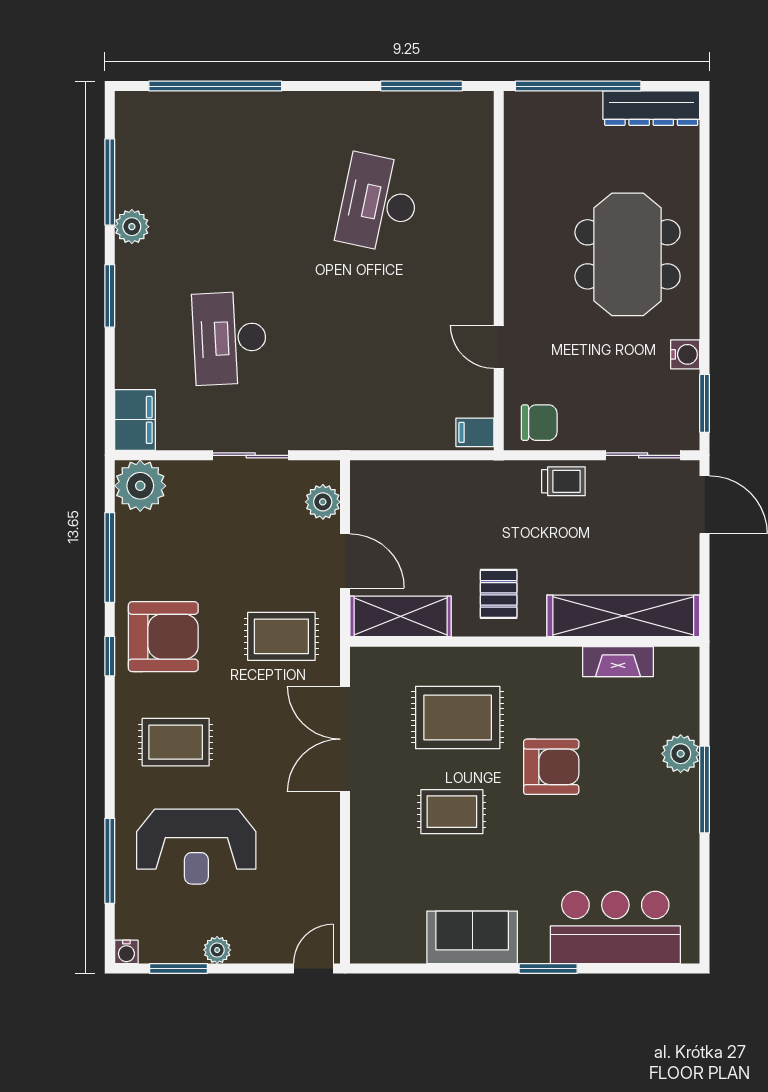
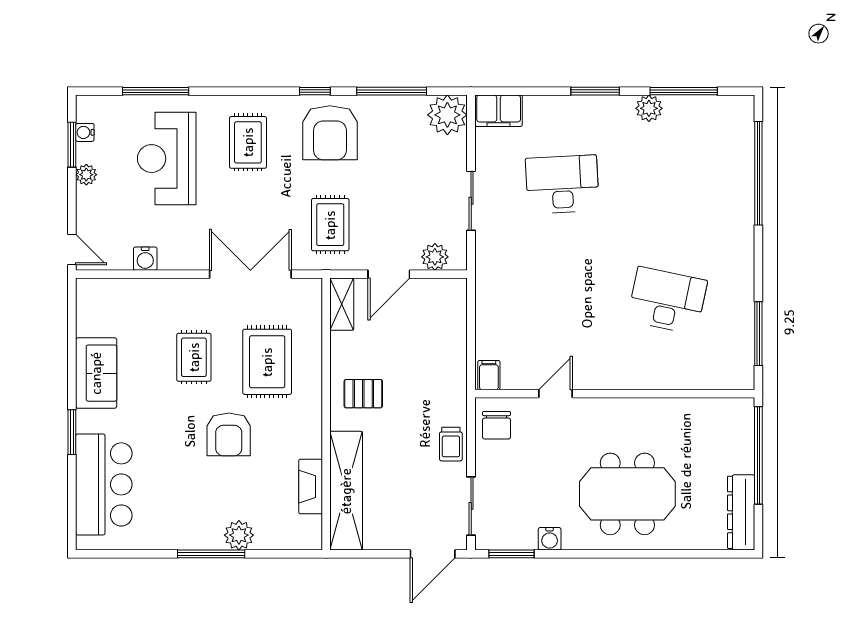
shelving: (401, 616) -> (342, 304), width x0.67, depth x0.75
water cooler: (325, 874) -> (145, 259), added
water cooler: (126, 952) -> (85, 132), moved

